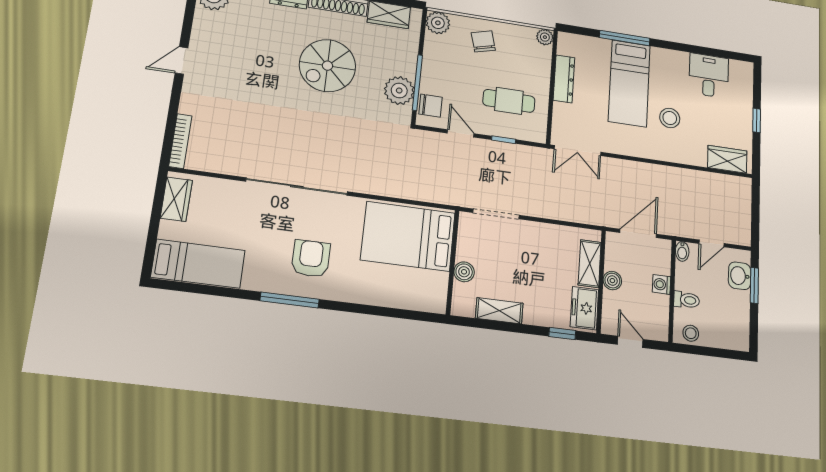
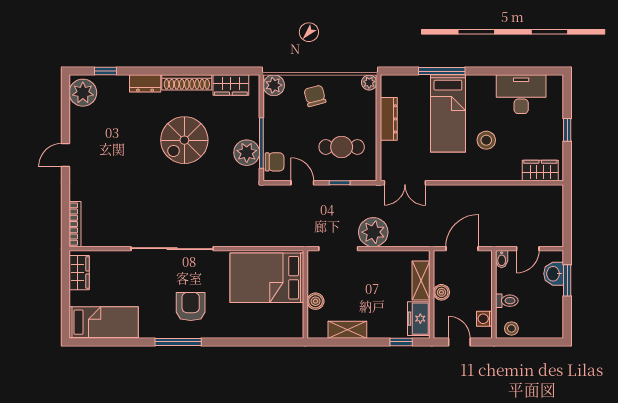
desk: (709, 76) -> (521, 94), width x1.37
plant: (538, 201) -> (373, 232), added
washing machine: (662, 284) -> (484, 319), moved

